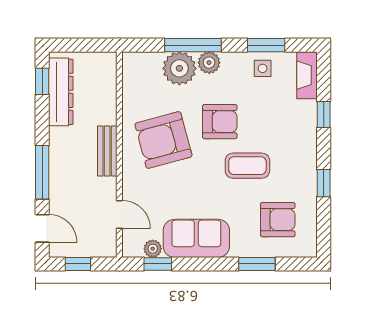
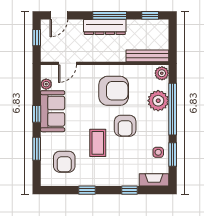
window: (193, 45) -> (173, 109), width x1.46
plant: (209, 63) -> (162, 73), moved
dresser: (61, 92) -> (105, 27), moved
armchair: (163, 140) -> (114, 91), turned 105
bench: (107, 151) -> (147, 56), moved, width x1.36
window: (42, 172) -> (110, 15), moved
window: (158, 264) -> (37, 114), moved

